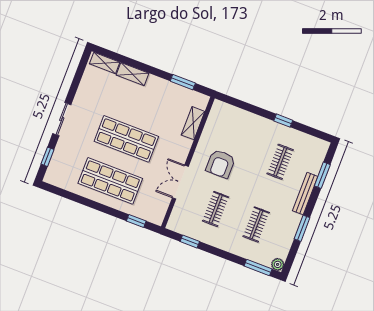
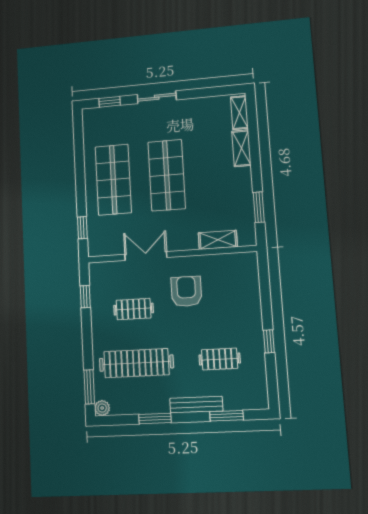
armchair: (220, 164) -> (186, 291), turned 90
clothes rail: (256, 224) -> (136, 363), width x1.86, depth x1.31

